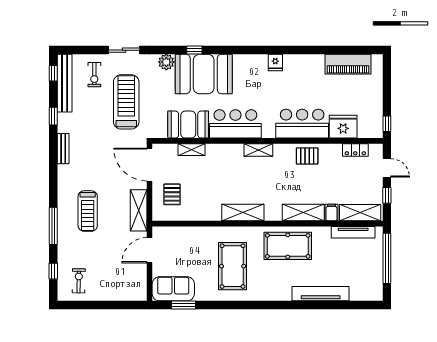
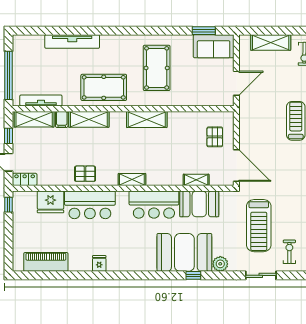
fridge: (275, 62) -> (99, 263), moved
locker: (355, 150) -> (25, 179), moved
shelving: (139, 210) -> (271, 42), moved, turned 90

